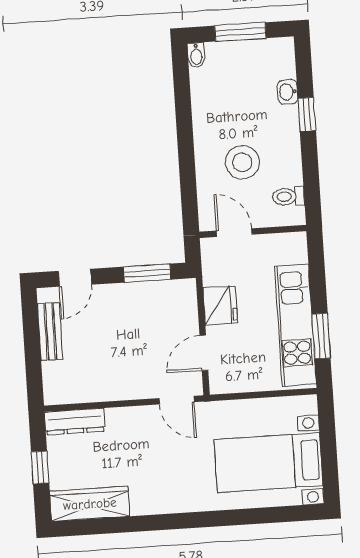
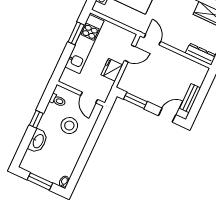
washbasin: (288, 92) -> (38, 141), width x1.91, depth x1.45
window: (307, 114) -> (36, 119), moved

